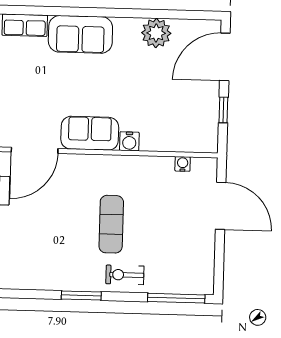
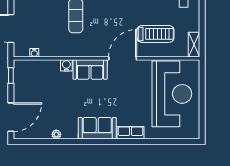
plant: (156, 33) -> (56, 134), width x0.53, depth x0.53
window: (223, 110) -> (11, 75), moved

